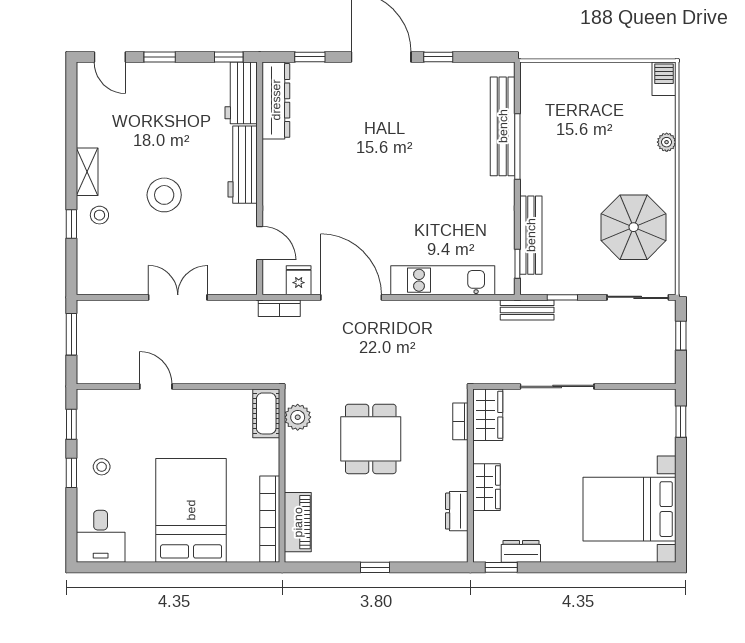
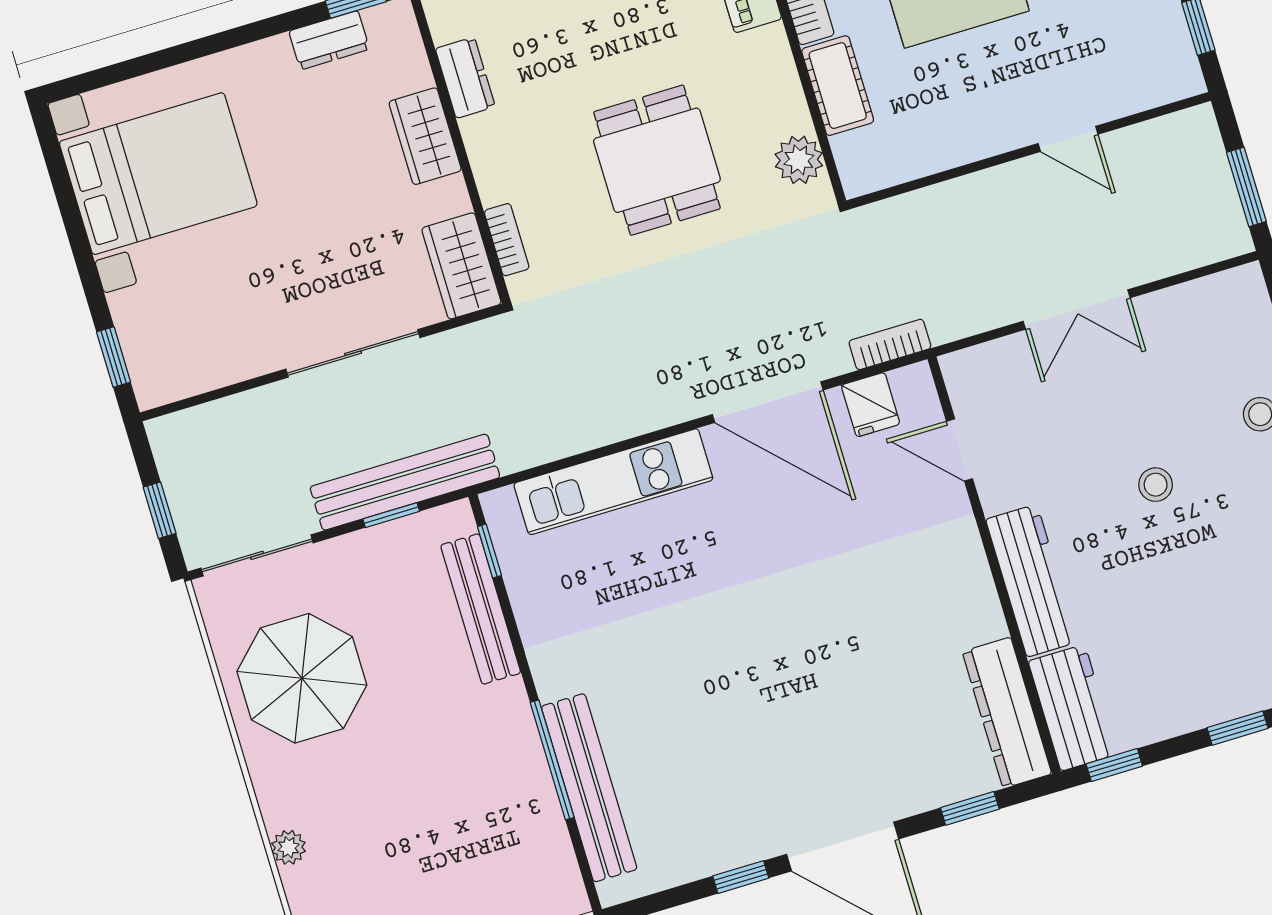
stool: (164, 195) -> (1156, 485), width x0.53, depth x0.53
bench: (527, 310) -> (405, 482), width x1.86, depth x1.21
cot: (266, 413) -> (838, 86), moved

